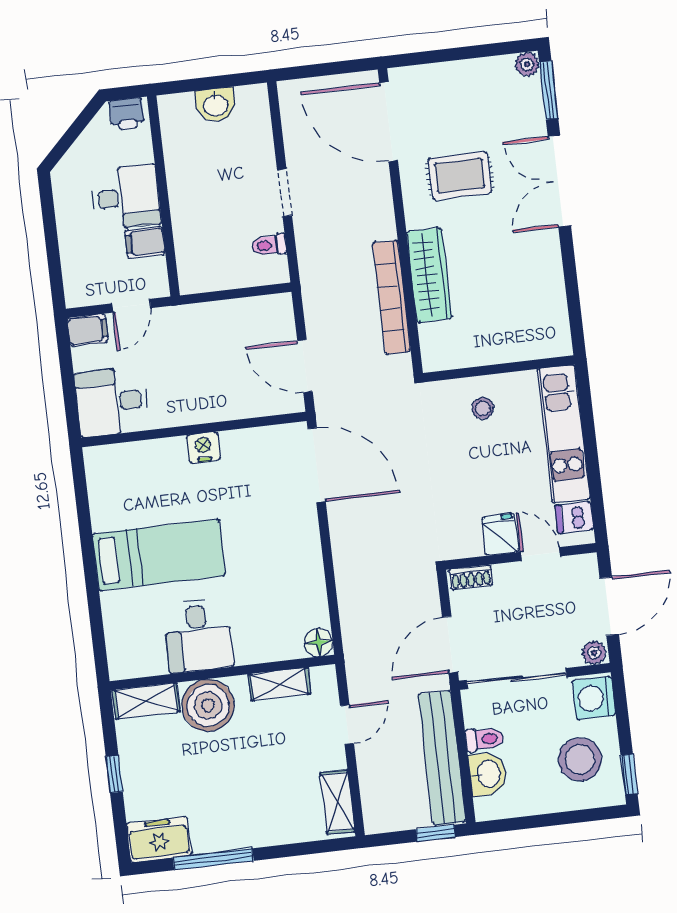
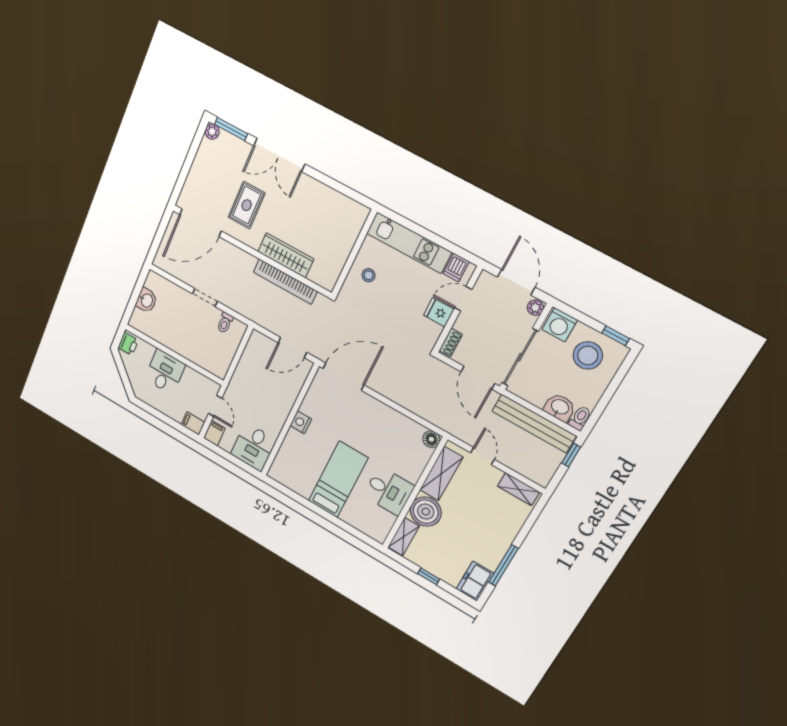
filing cabinet: (145, 242) -> (193, 423), moved, turned 90
shelving: (279, 684) -> (441, 474), width x1.50, depth x1.33
toilet: (484, 739) -> (580, 418), moved

